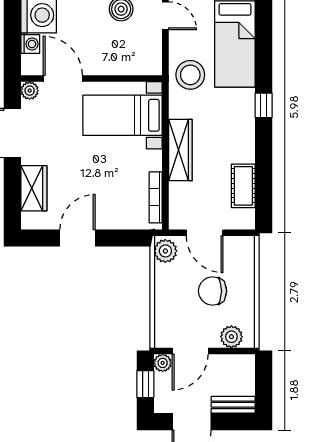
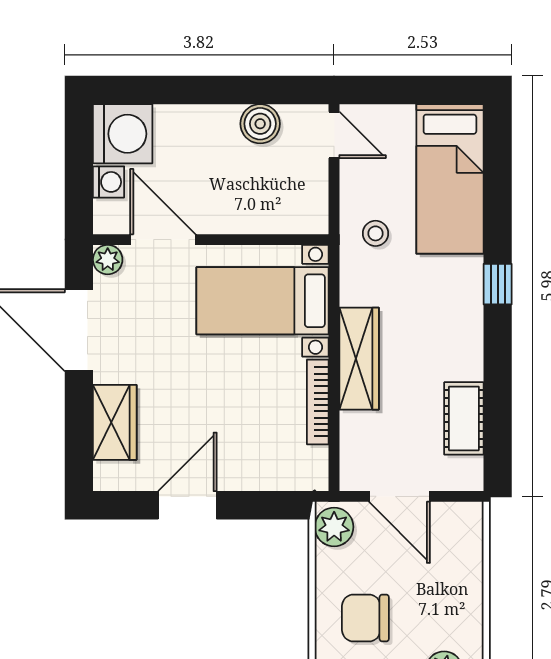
stool: (190, 75) -> (376, 233), width x0.53, depth x0.53
bookcase: (156, 197) -> (318, 402), moved
chair: (213, 291) -> (365, 618), moved

